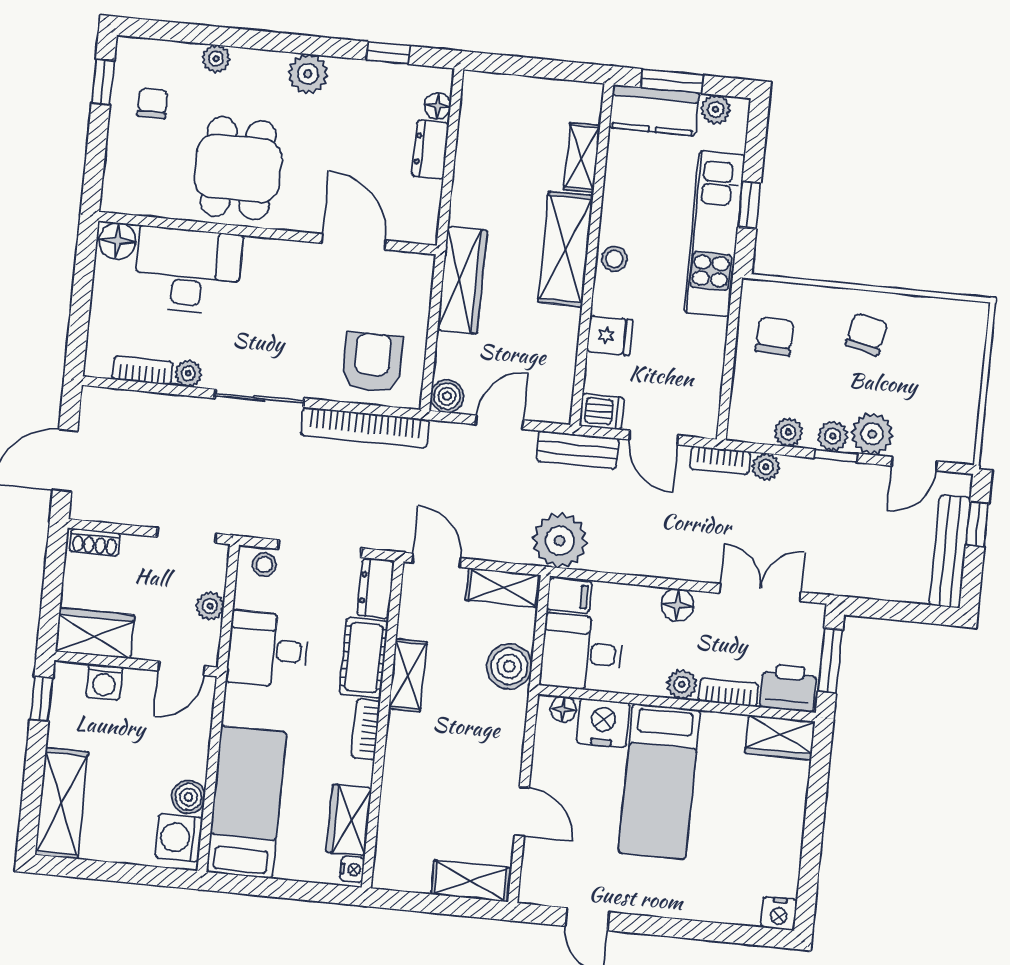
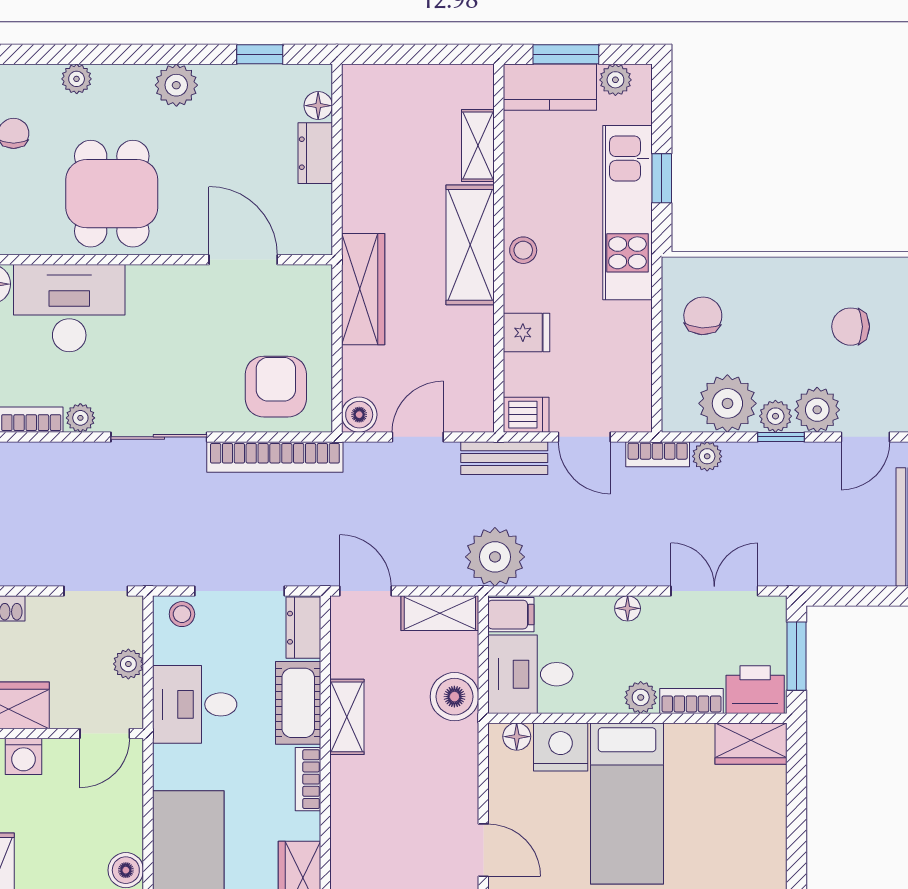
chair: (867, 334) -> (851, 327), moved, turned -102
plant: (788, 432) -> (727, 403), width x1.87, depth x1.87
floor lamp: (677, 605) -> (628, 608), width x0.73, depth x0.73

